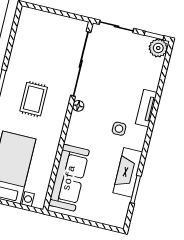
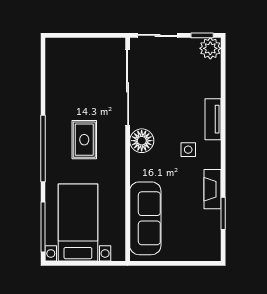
floor lamp: (78, 106) -> (142, 141), width x1.89, depth x1.89
fireplace: (128, 172) -> (213, 189), width x0.73, depth x0.76

